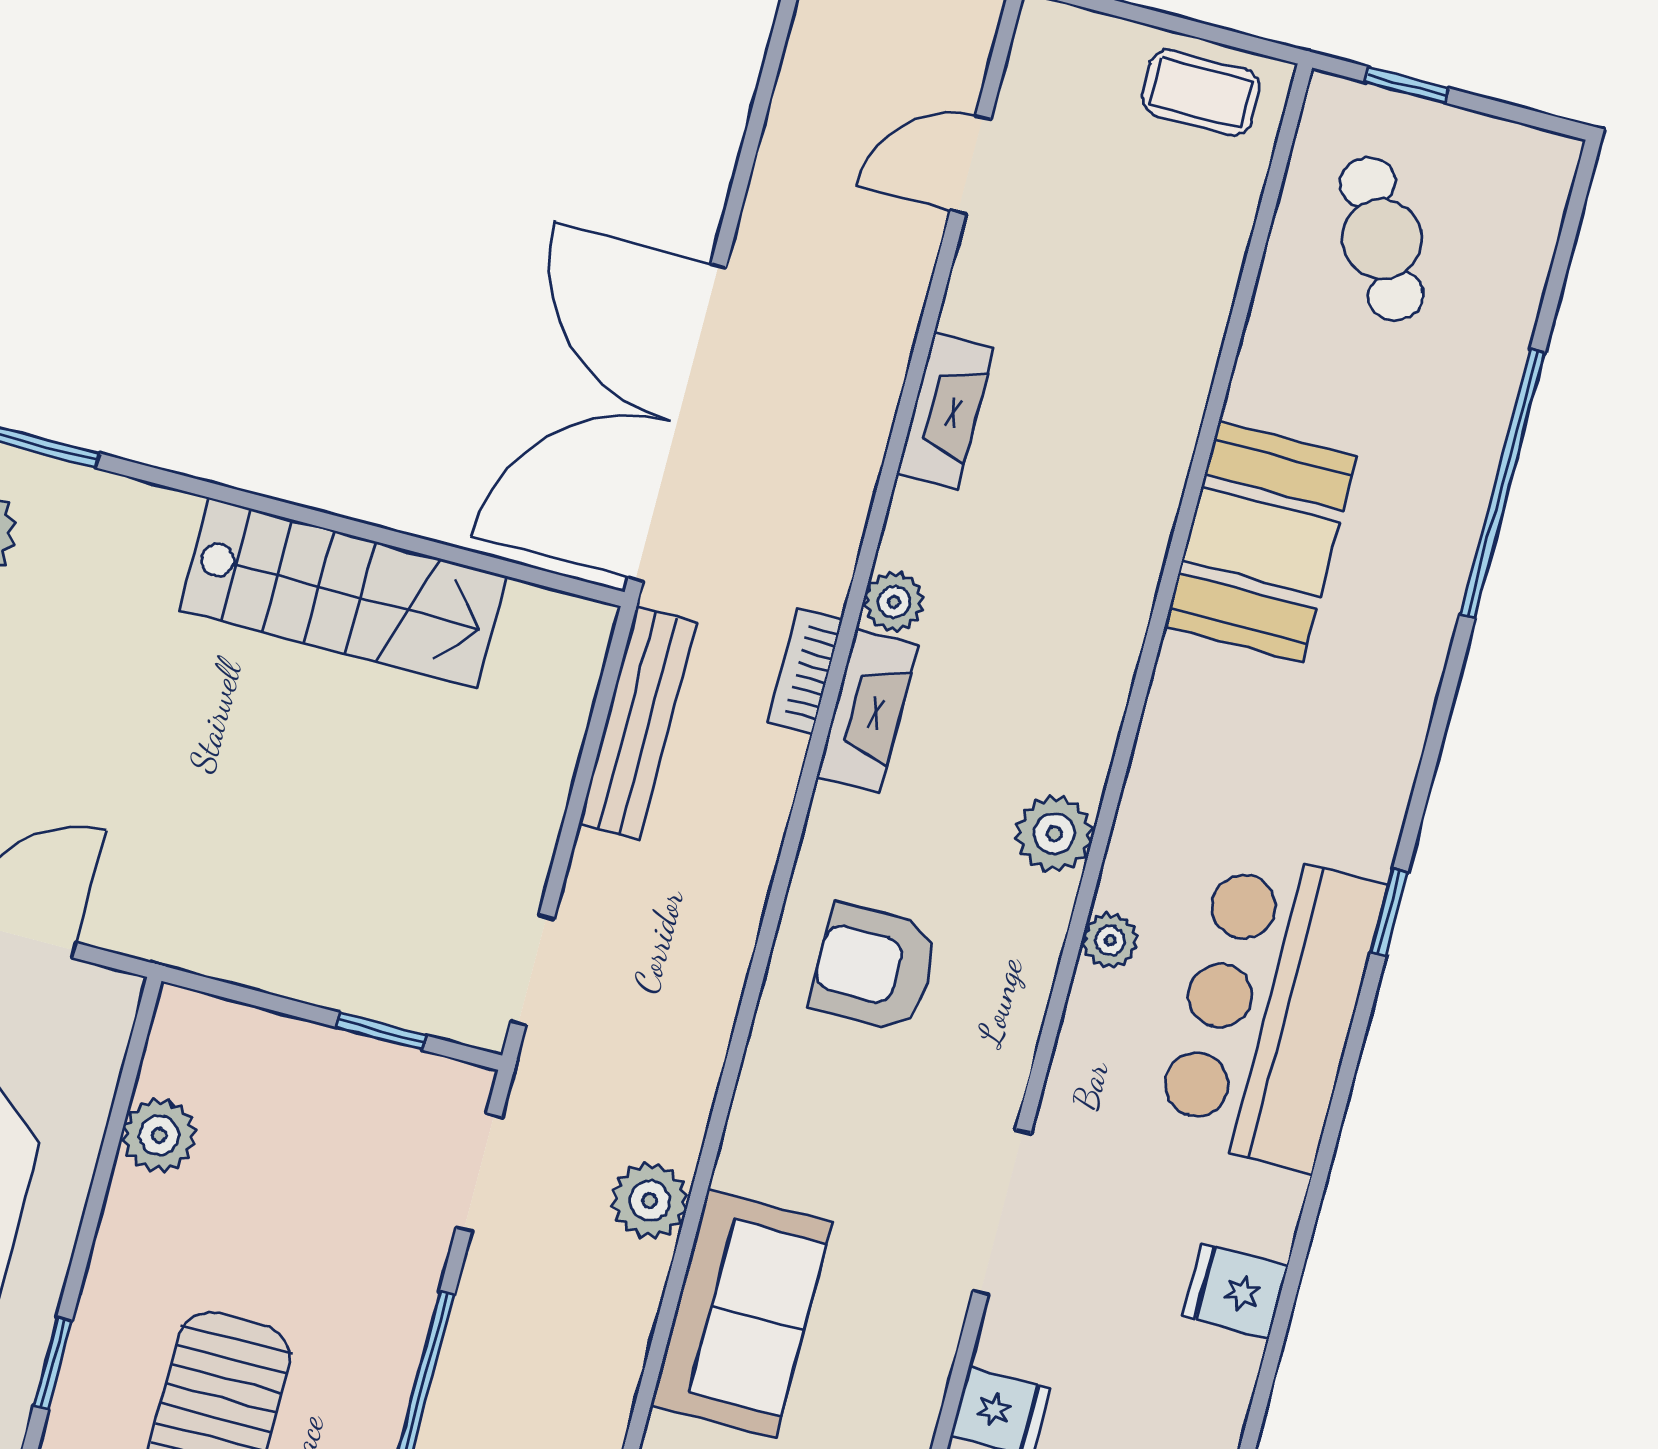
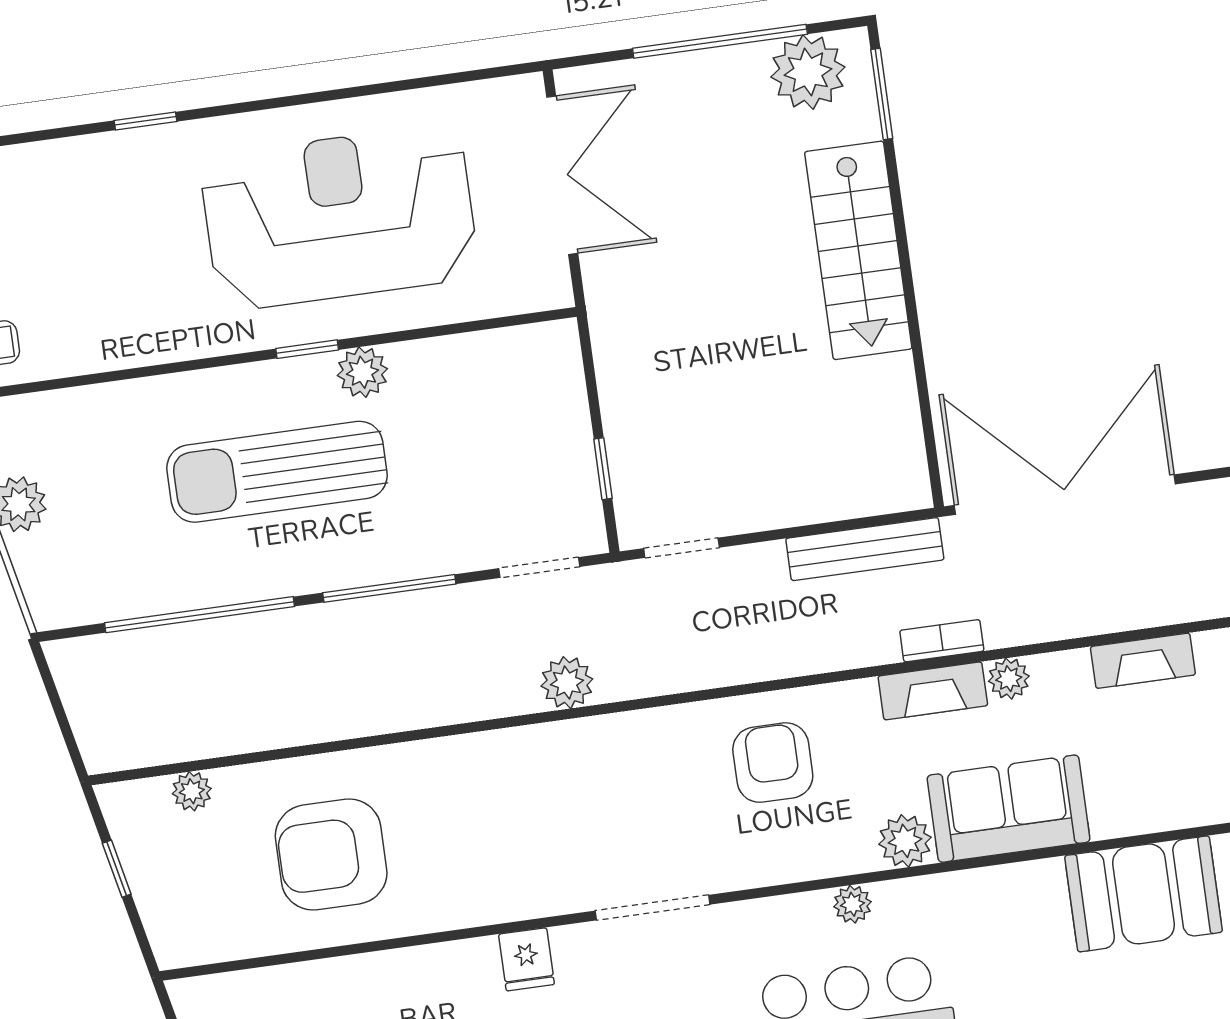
stairs: (343, 593) -> (858, 250), moved
plant: (159, 1135) -> (362, 372), moved
sofa: (741, 1314) -> (1009, 809), moved, turned 180

